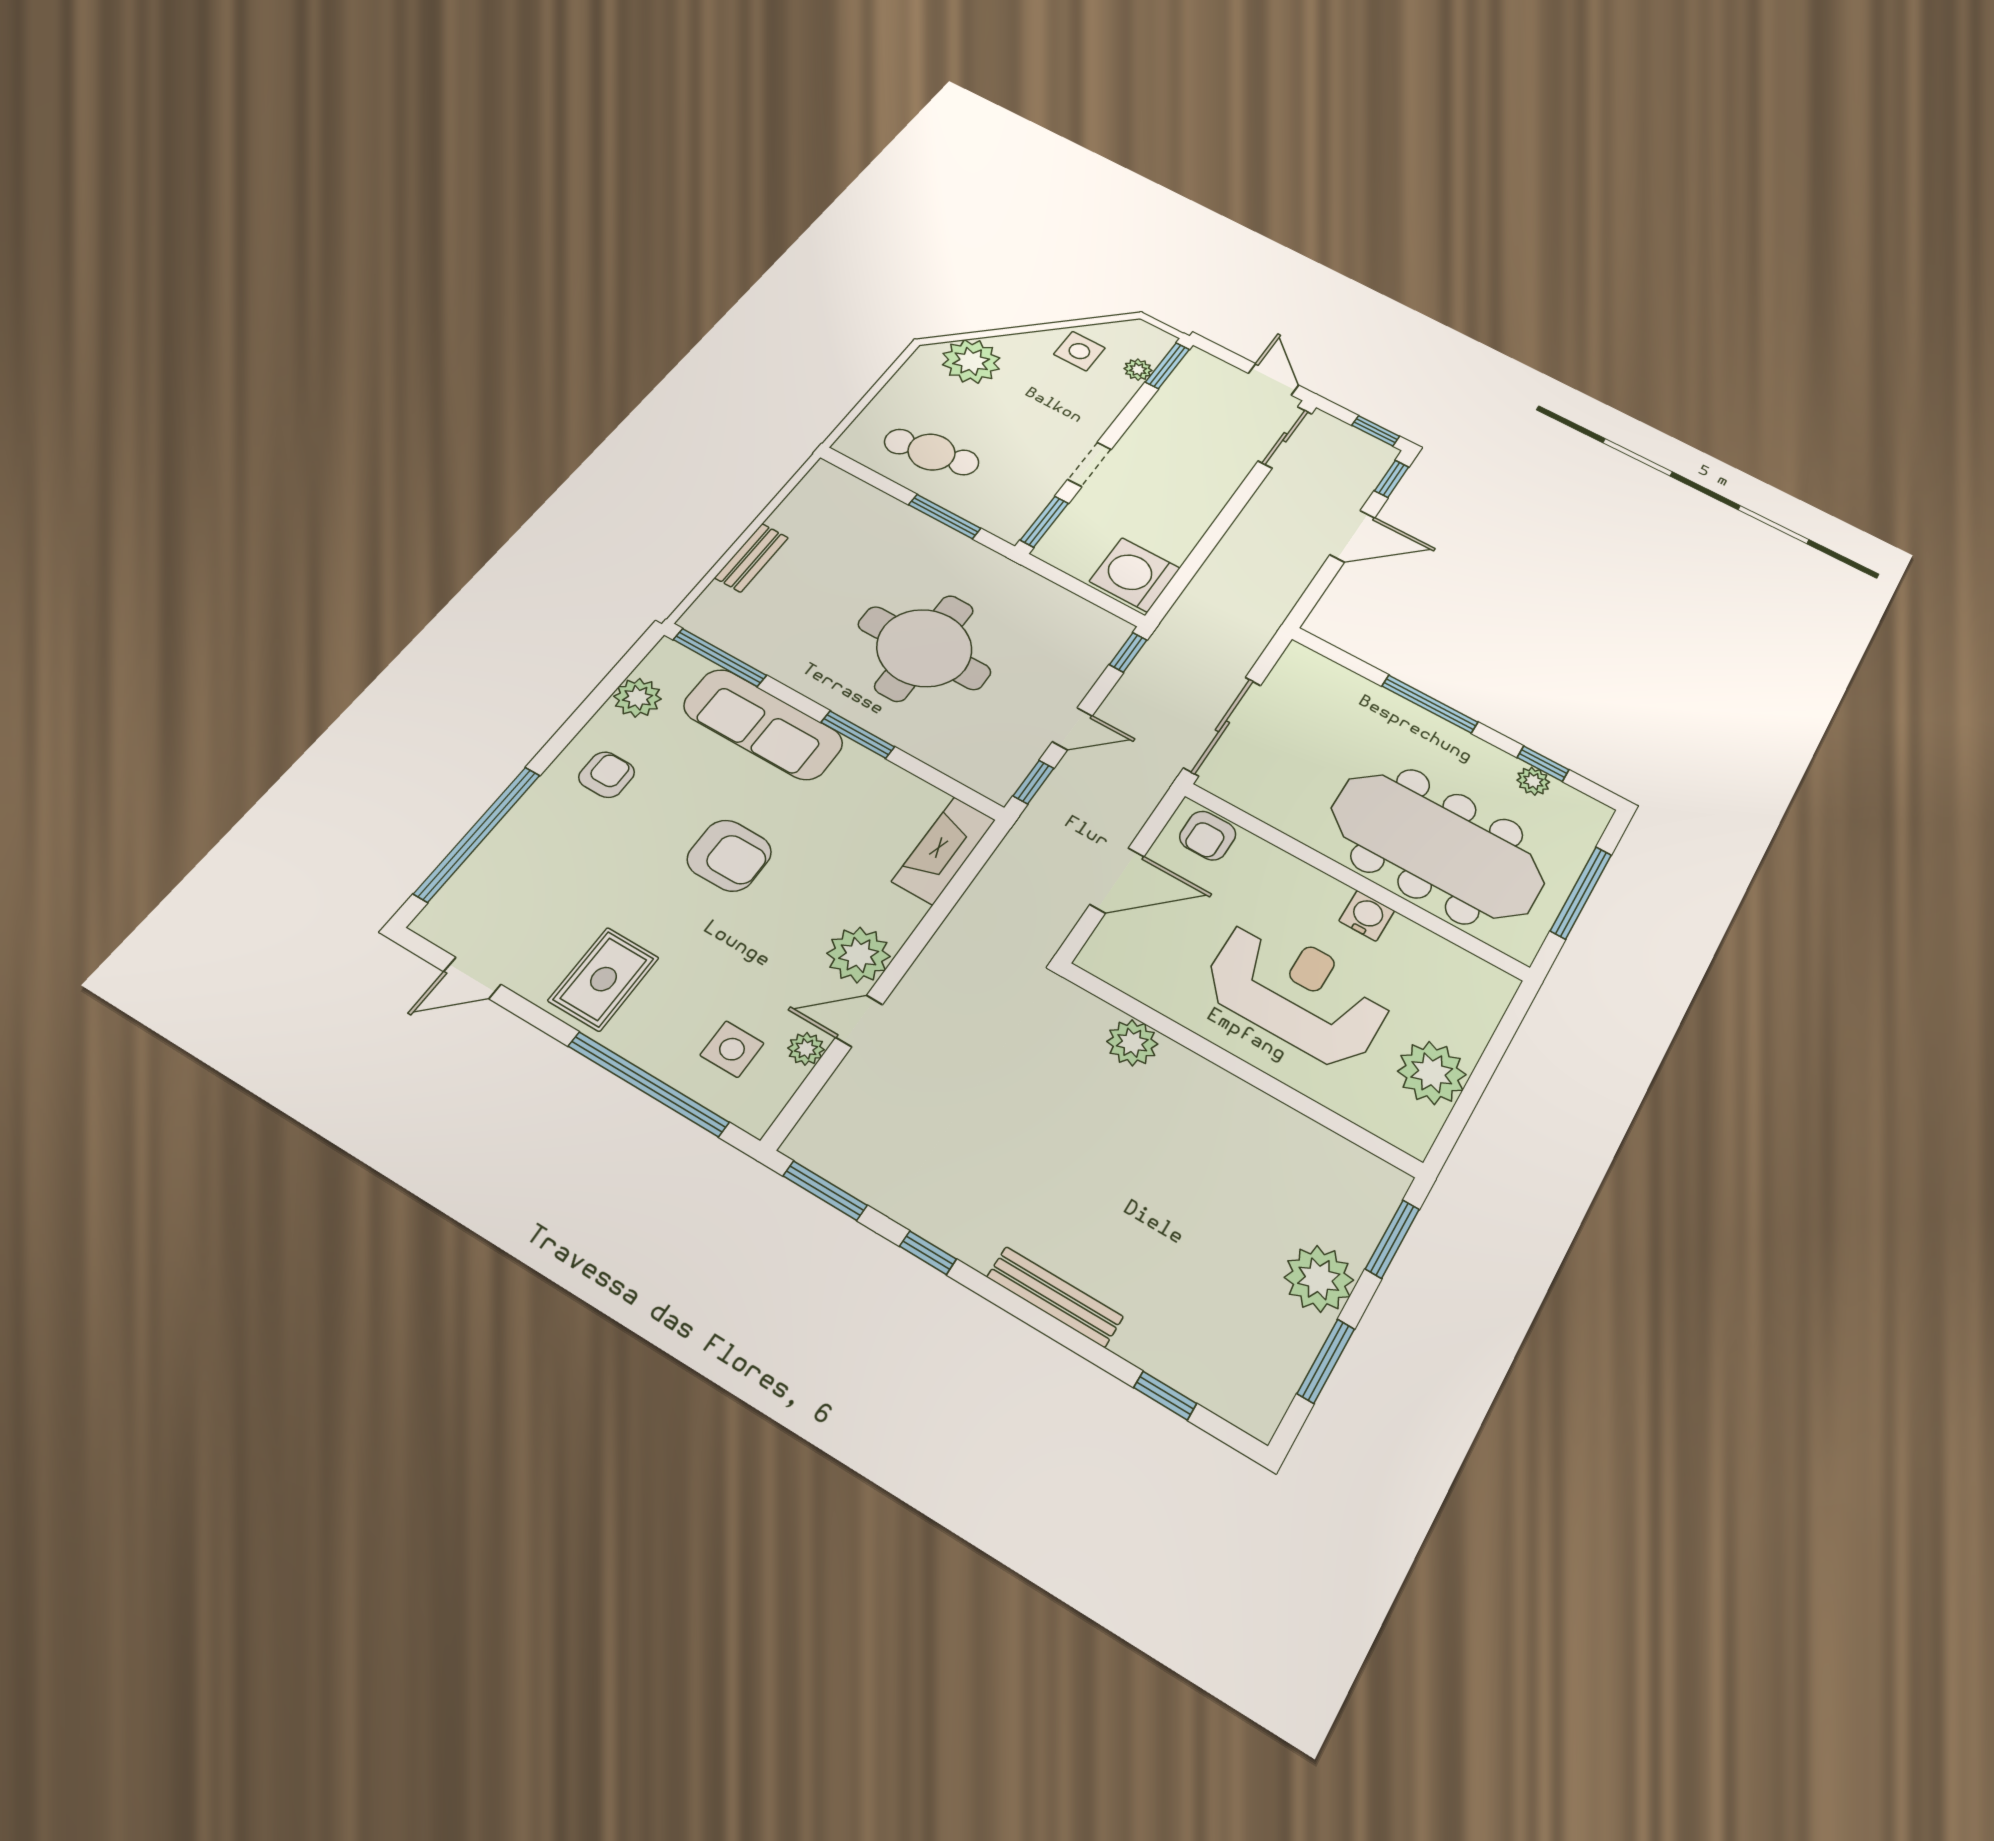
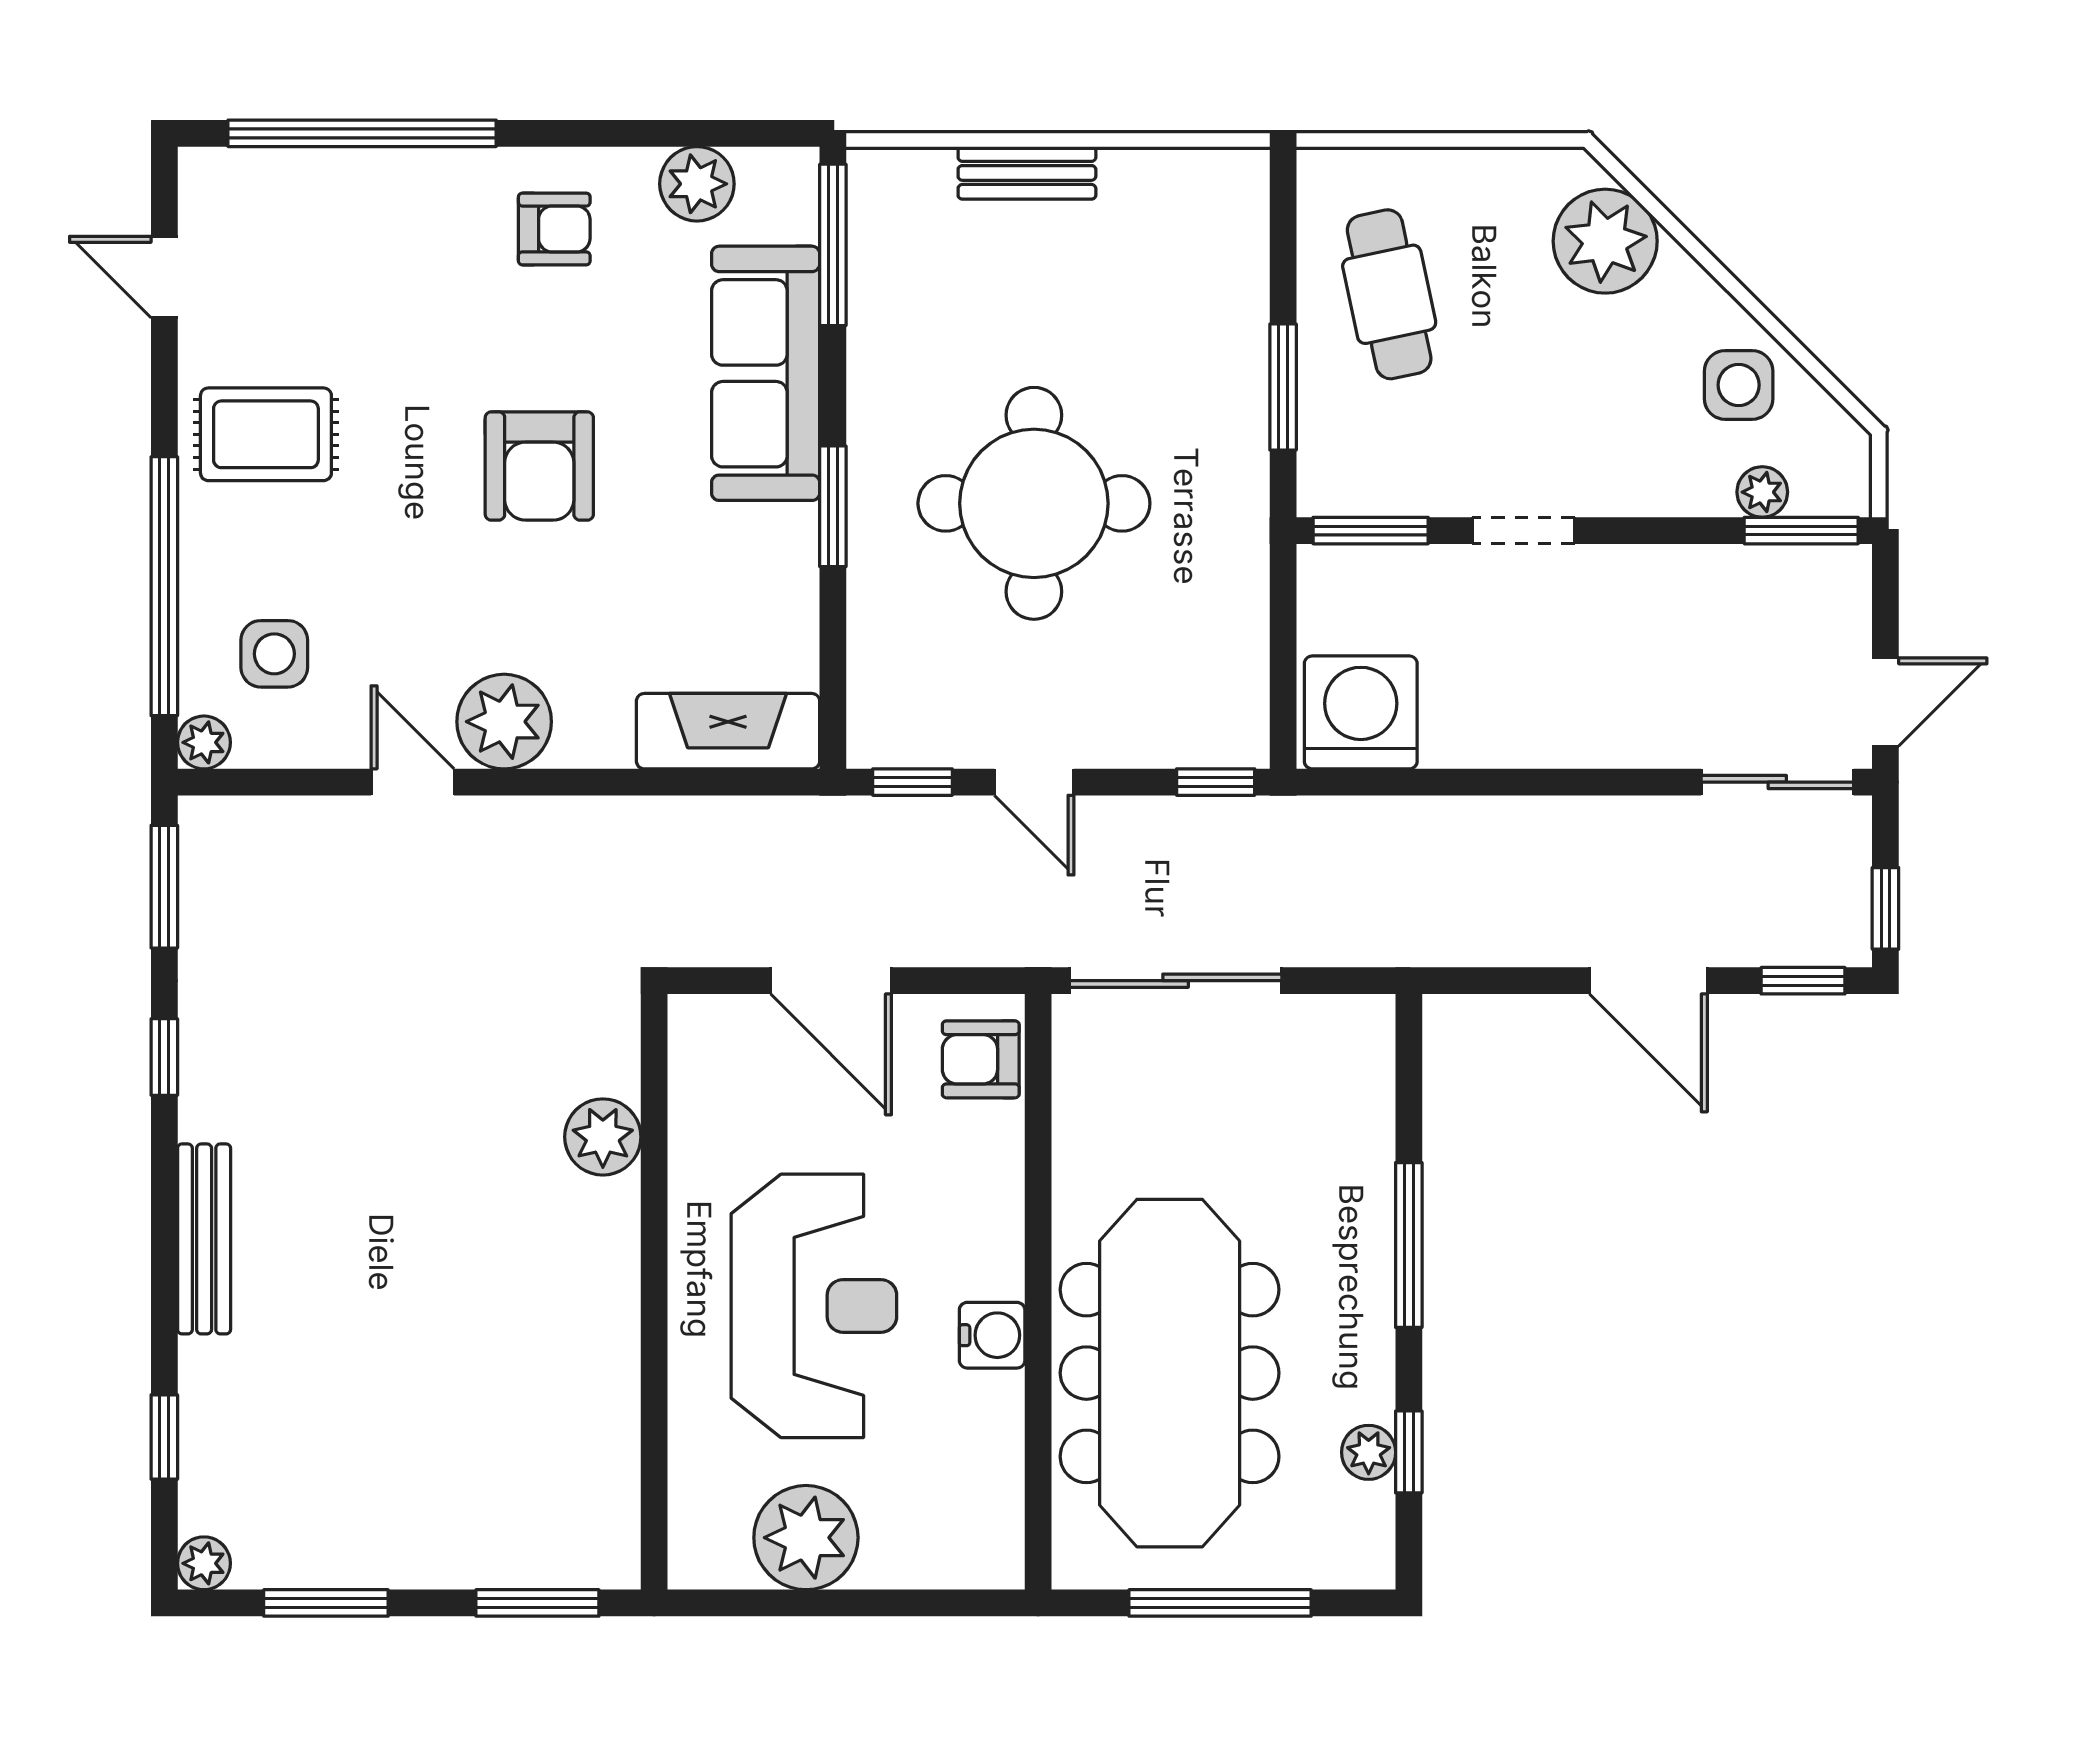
plant: (806, 1049) -> (204, 742), moved
plant: (1319, 1279) -> (204, 1563), moved, width x0.53, depth x0.53

